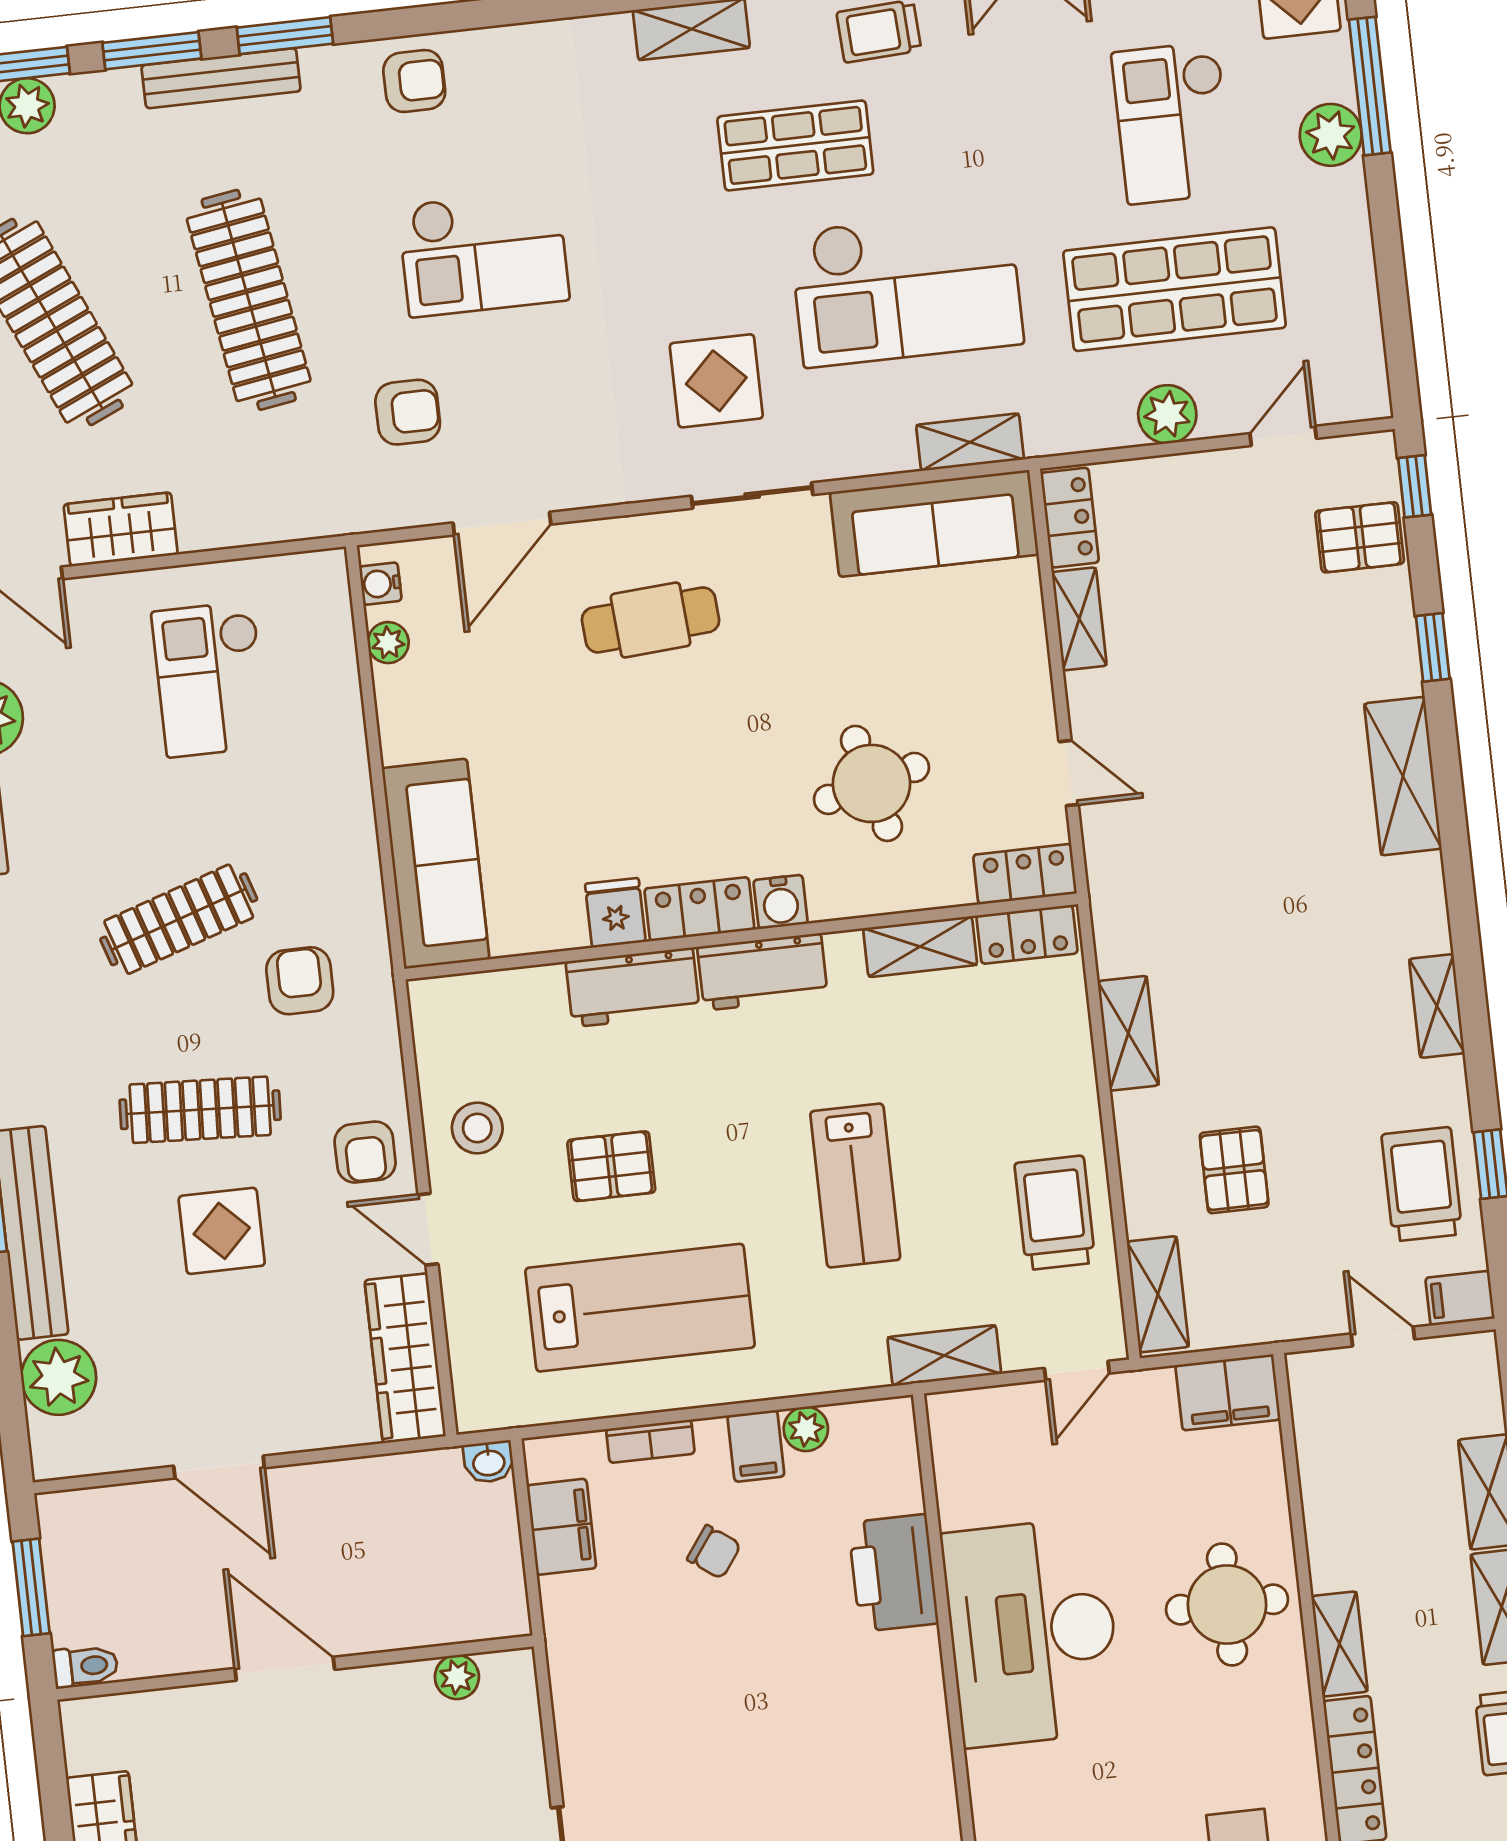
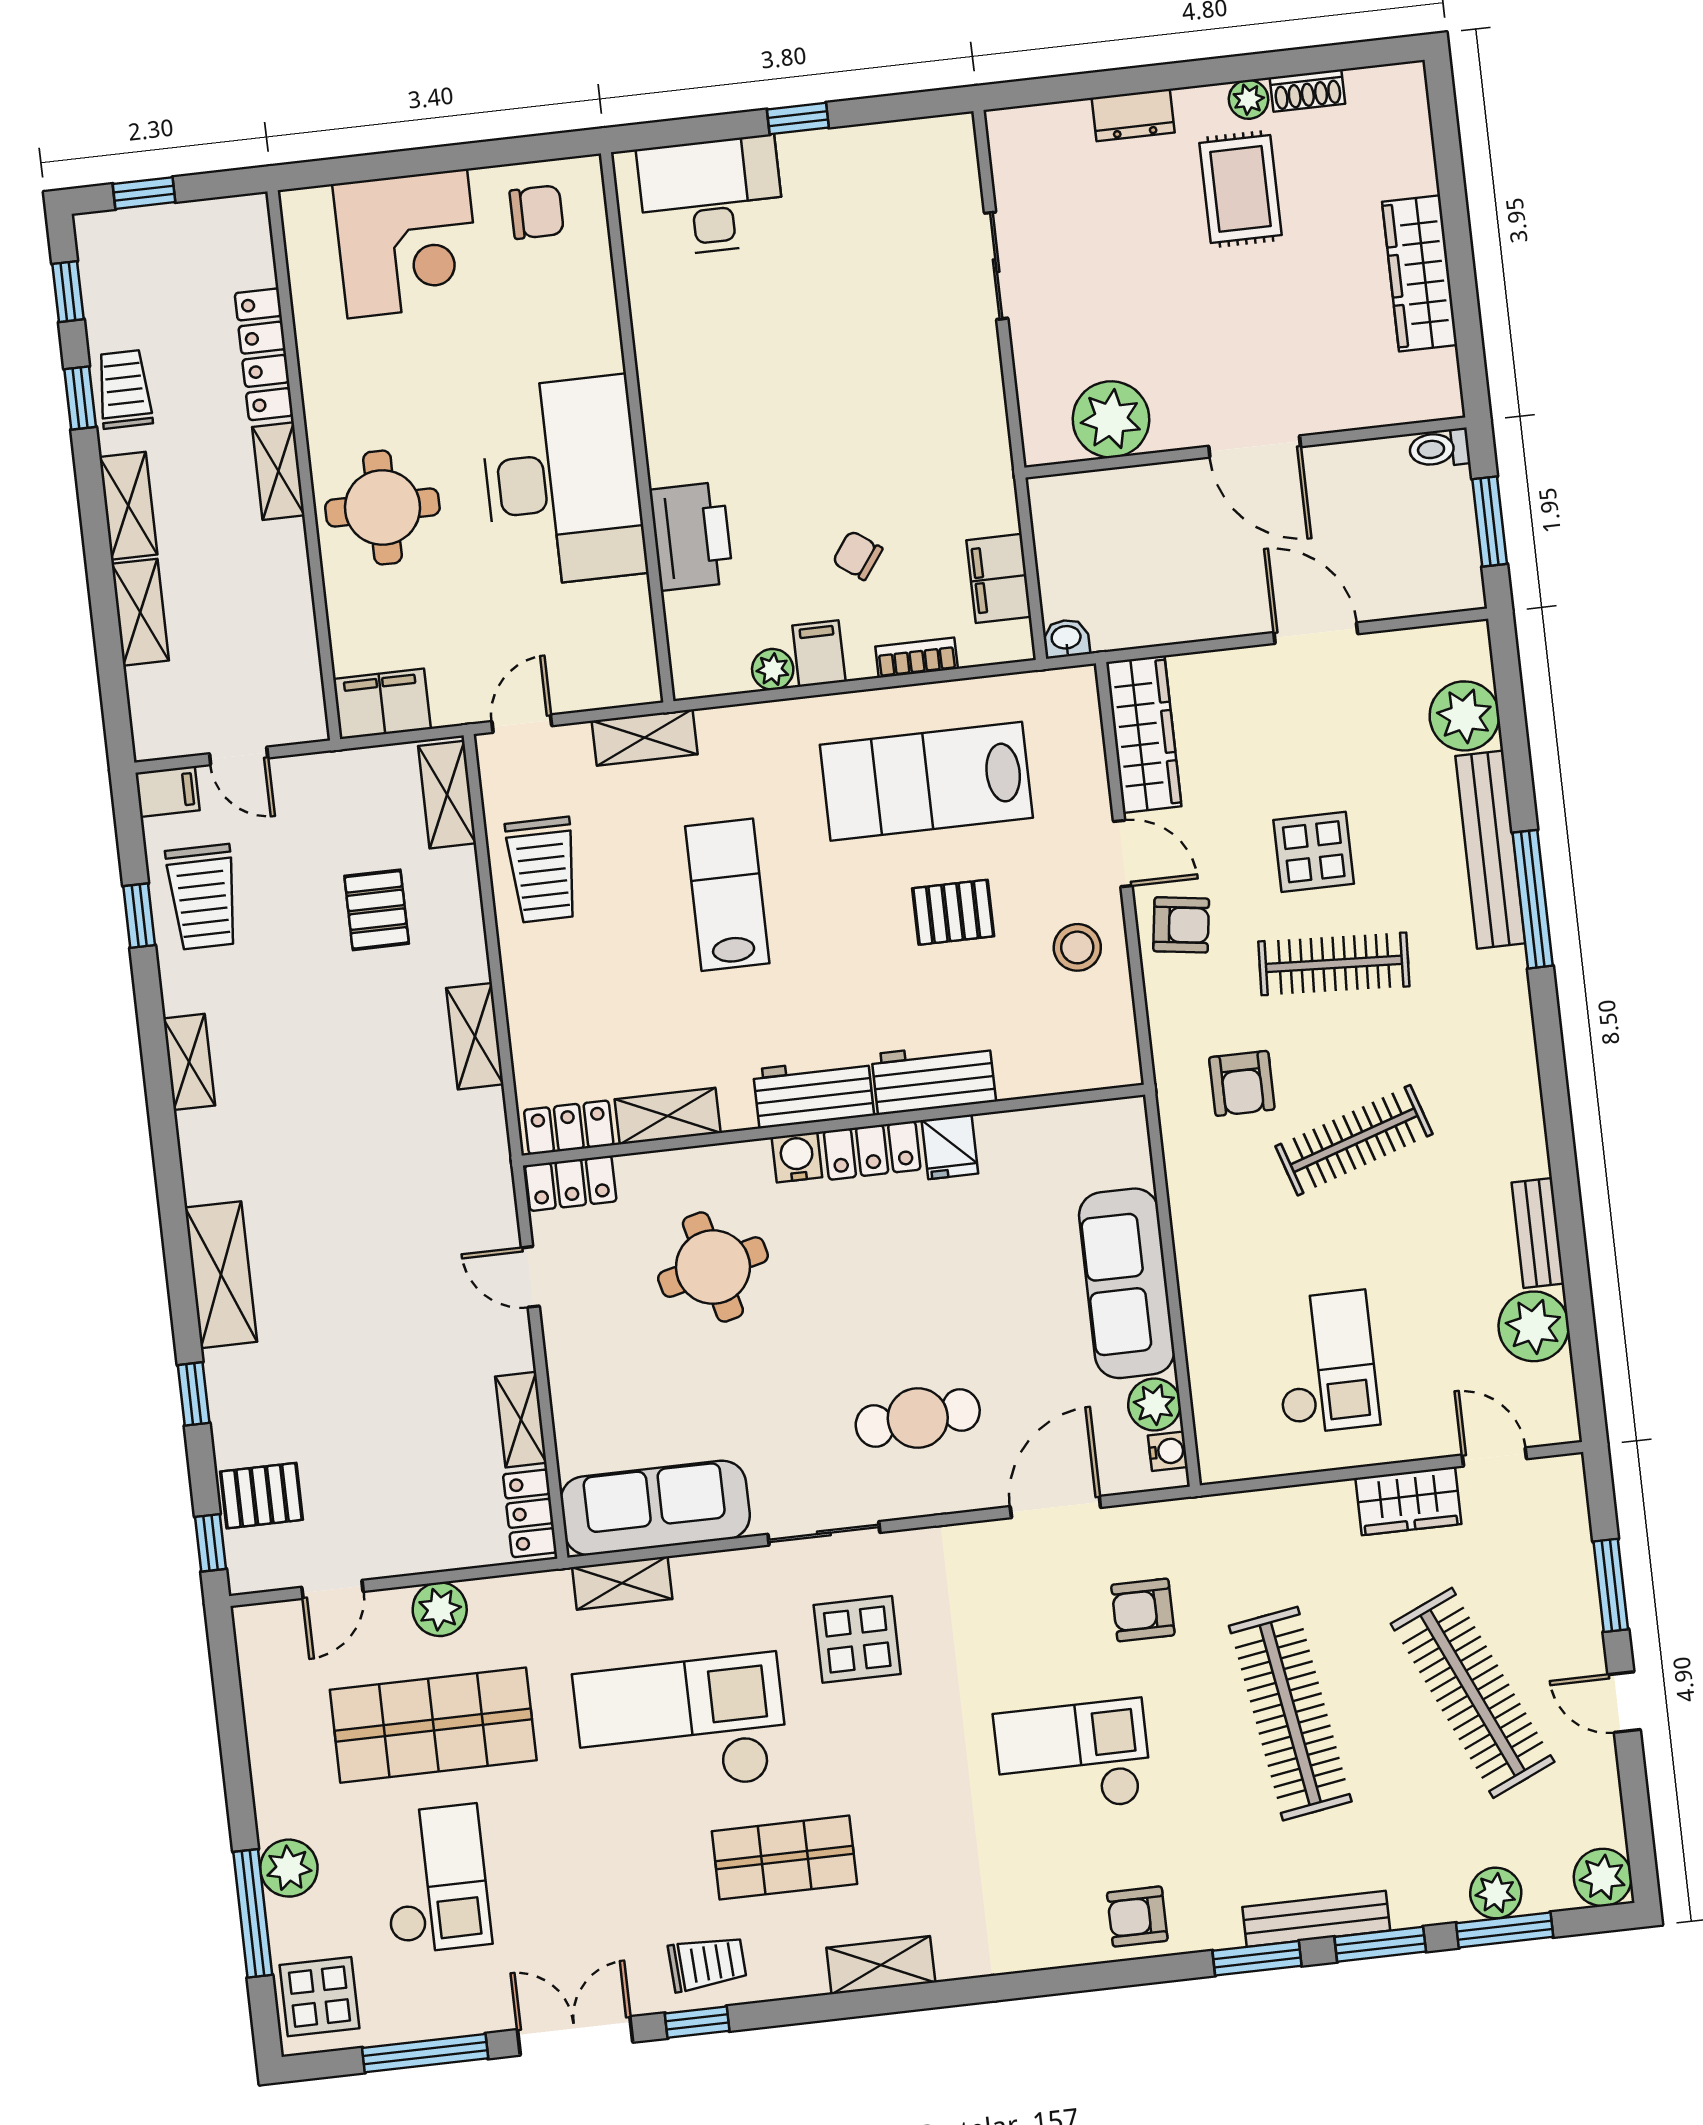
plant: (388, 643) -> (1154, 1405), width x1.38, depth x1.38
sofa: (436, 864) -> (1127, 1283), moved
armchair: (365, 1152) -> (1181, 925), turned 98
plant: (457, 1677) -> (1111, 419), width x1.88, depth x1.88

